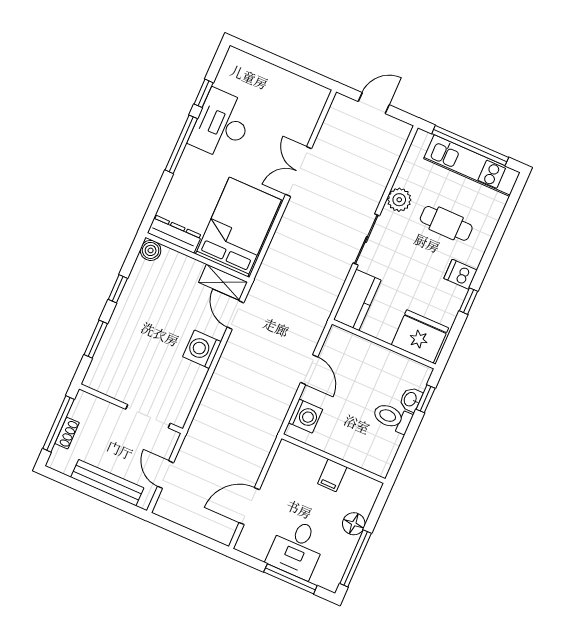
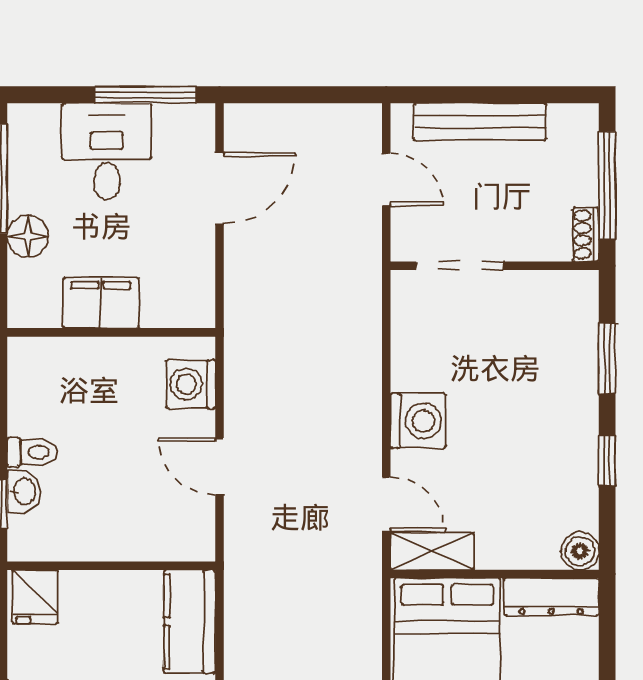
fridge: (420, 336) -> (35, 597), width x0.53, depth x0.75
toilet: (392, 418) -> (32, 452), width x0.73, depth x0.72
shoe rack: (67, 433) -> (586, 234), moved
filing cabinet: (332, 475) -> (101, 303), width x2.00
window: (290, 579) -> (146, 95), moved

